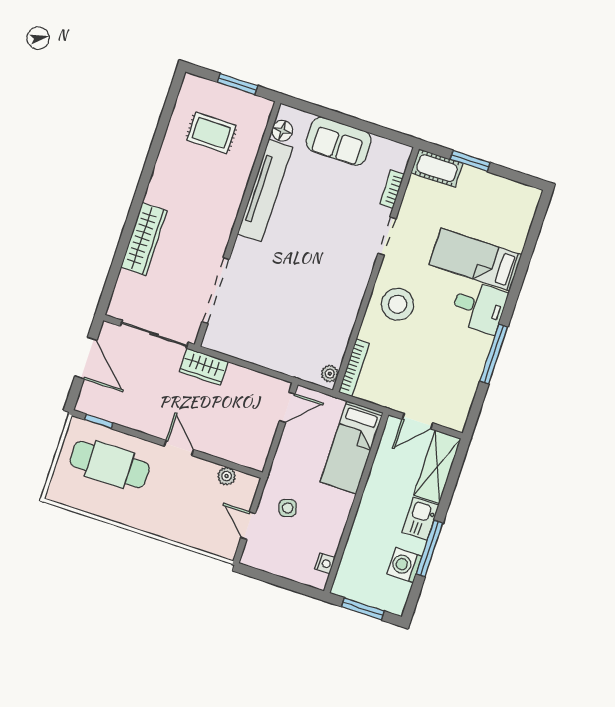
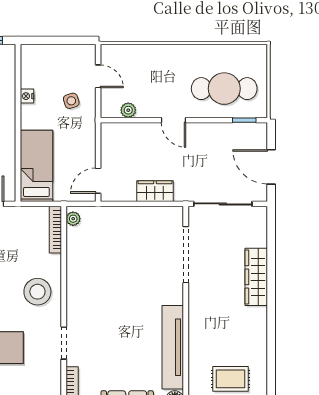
wardrobe: (204, 367) -> (155, 191), moved
nightstand: (325, 563) -> (27, 96), moved

